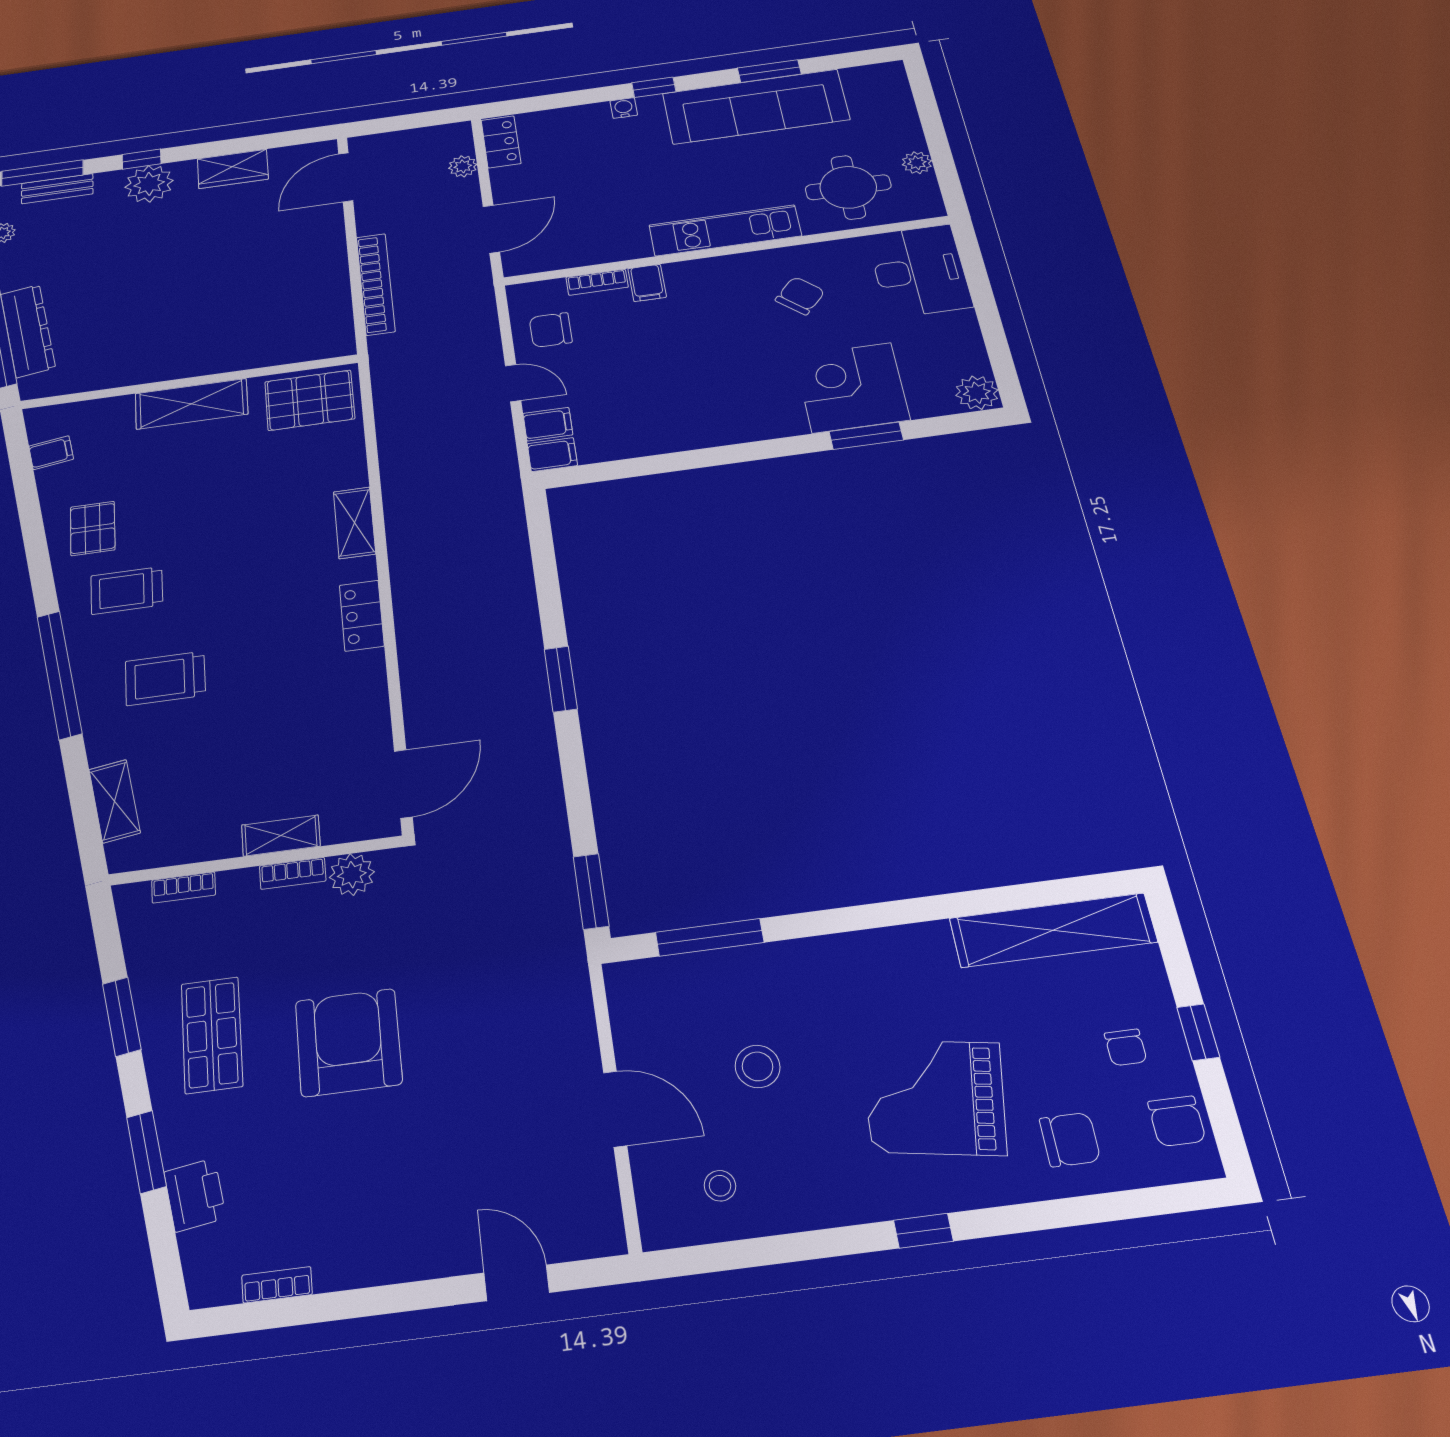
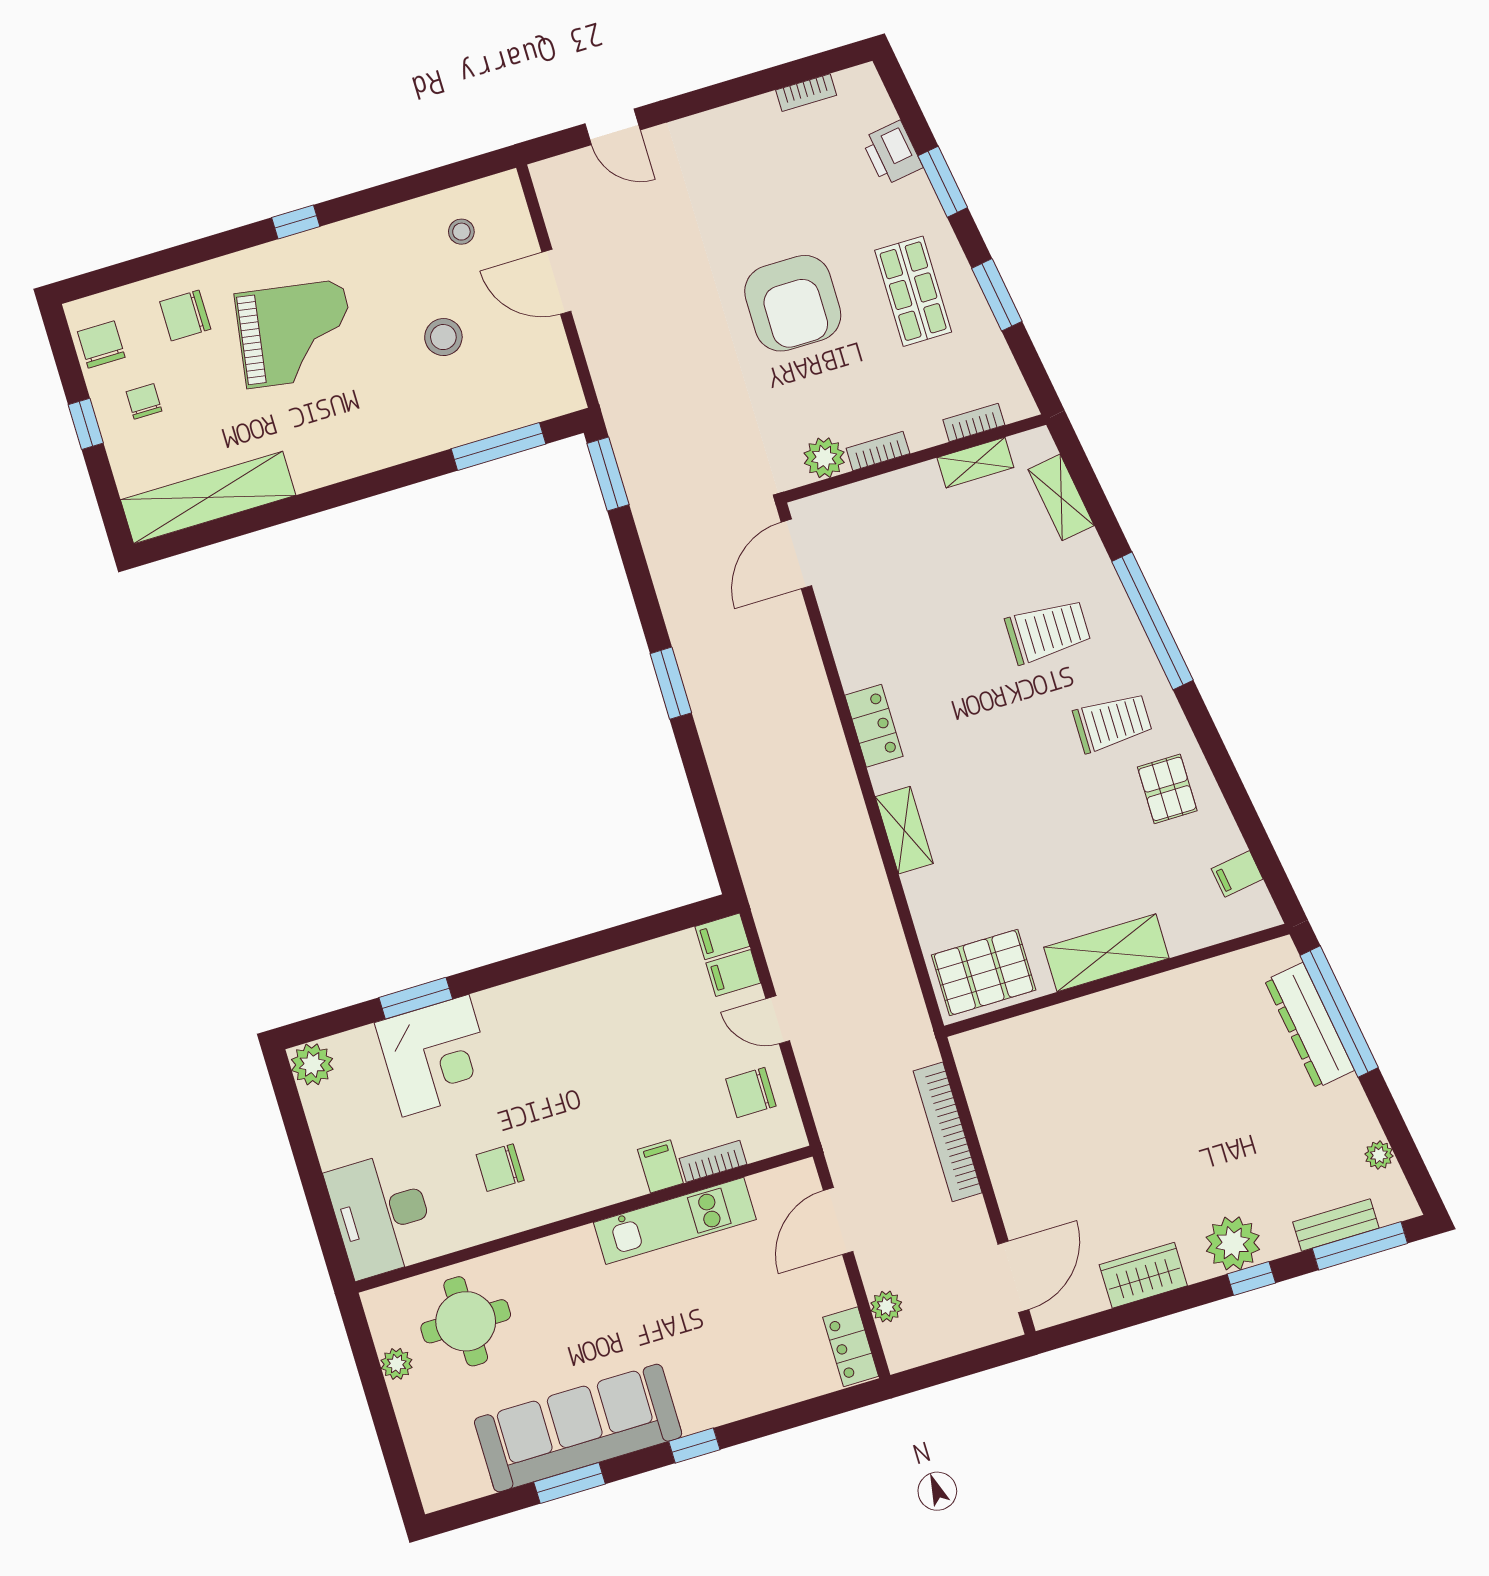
water cooler: (624, 108) -> (723, 1411), removed
kitchen unit: (725, 230) -> (675, 1221), moved
chair: (800, 296) -> (500, 1168), turned 48
chair: (551, 330) -> (751, 1092), turned 180
shelving: (281, 836) -> (975, 463), moved

